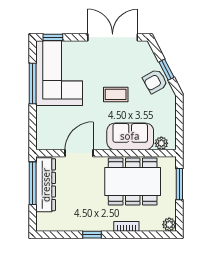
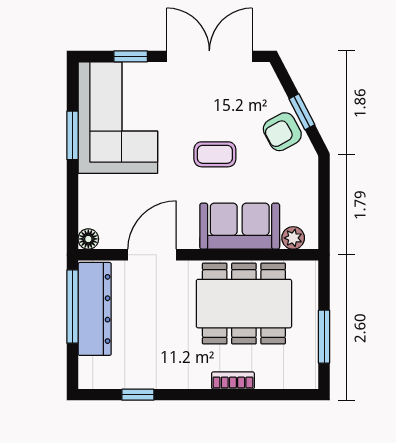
window: (53, 37) -> (131, 56), moved
window: (33, 83) -> (72, 135), width x0.69
floor lamp: (42, 144) -> (88, 239), added
window: (179, 184) -> (324, 337), moved
plant: (169, 225) -> (307, 377), removed
window: (92, 235) -> (138, 395), moved

